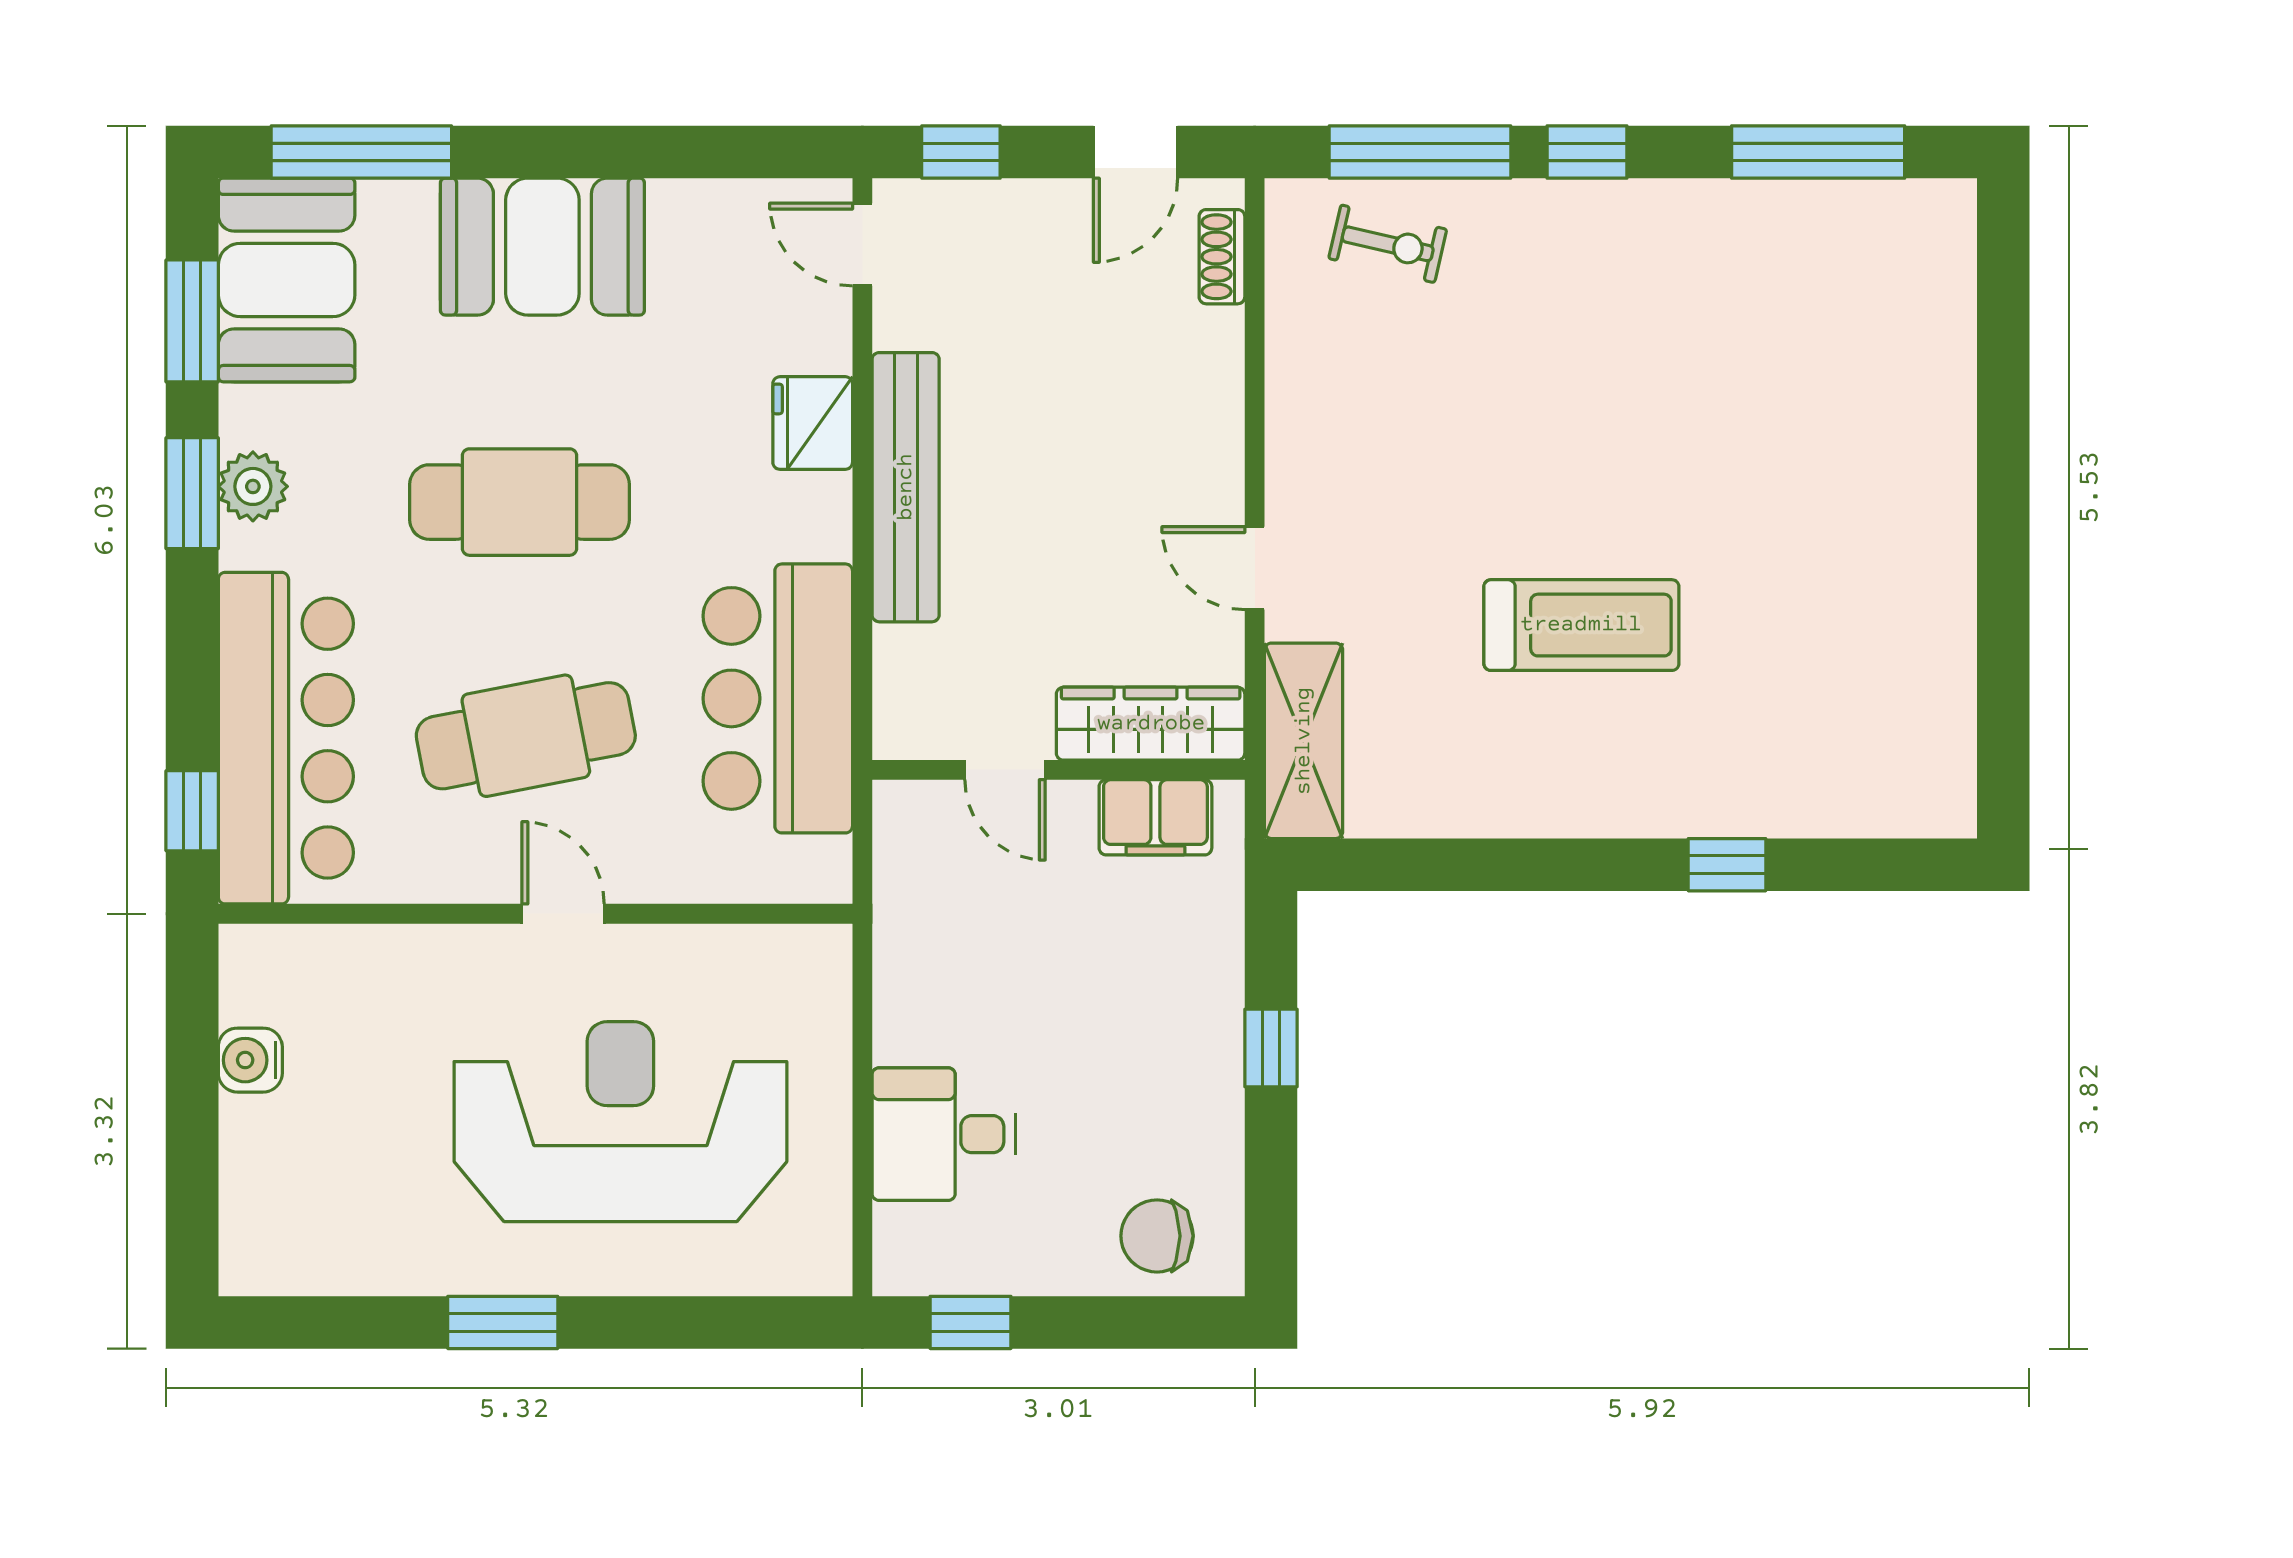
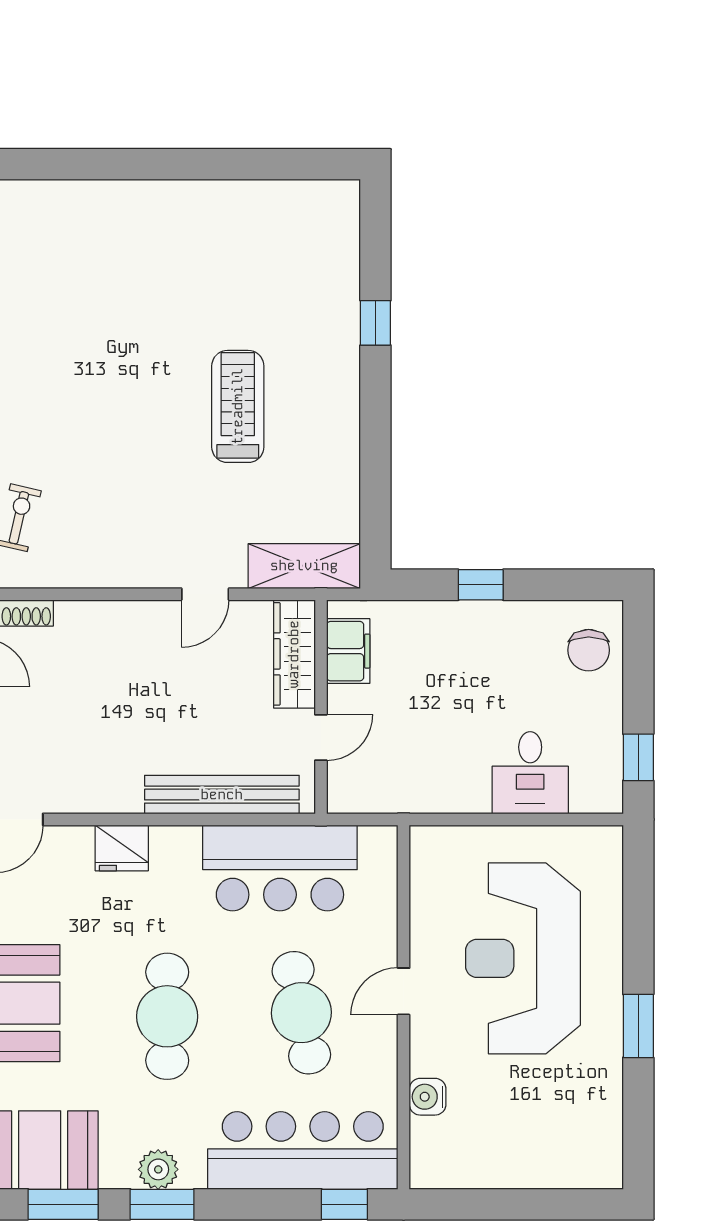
bench: (906, 487) -> (222, 795), moved
water cooler: (250, 1060) -> (428, 1097), moved, turned 90

